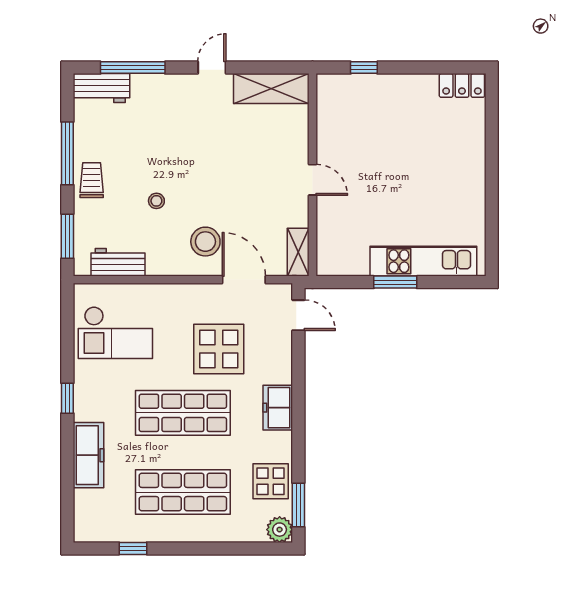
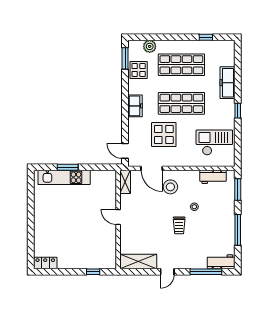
trolley: (92, 180) -> (179, 225), moved
window: (395, 282) -> (68, 167), moved
plant: (280, 530) -> (150, 46), moved

